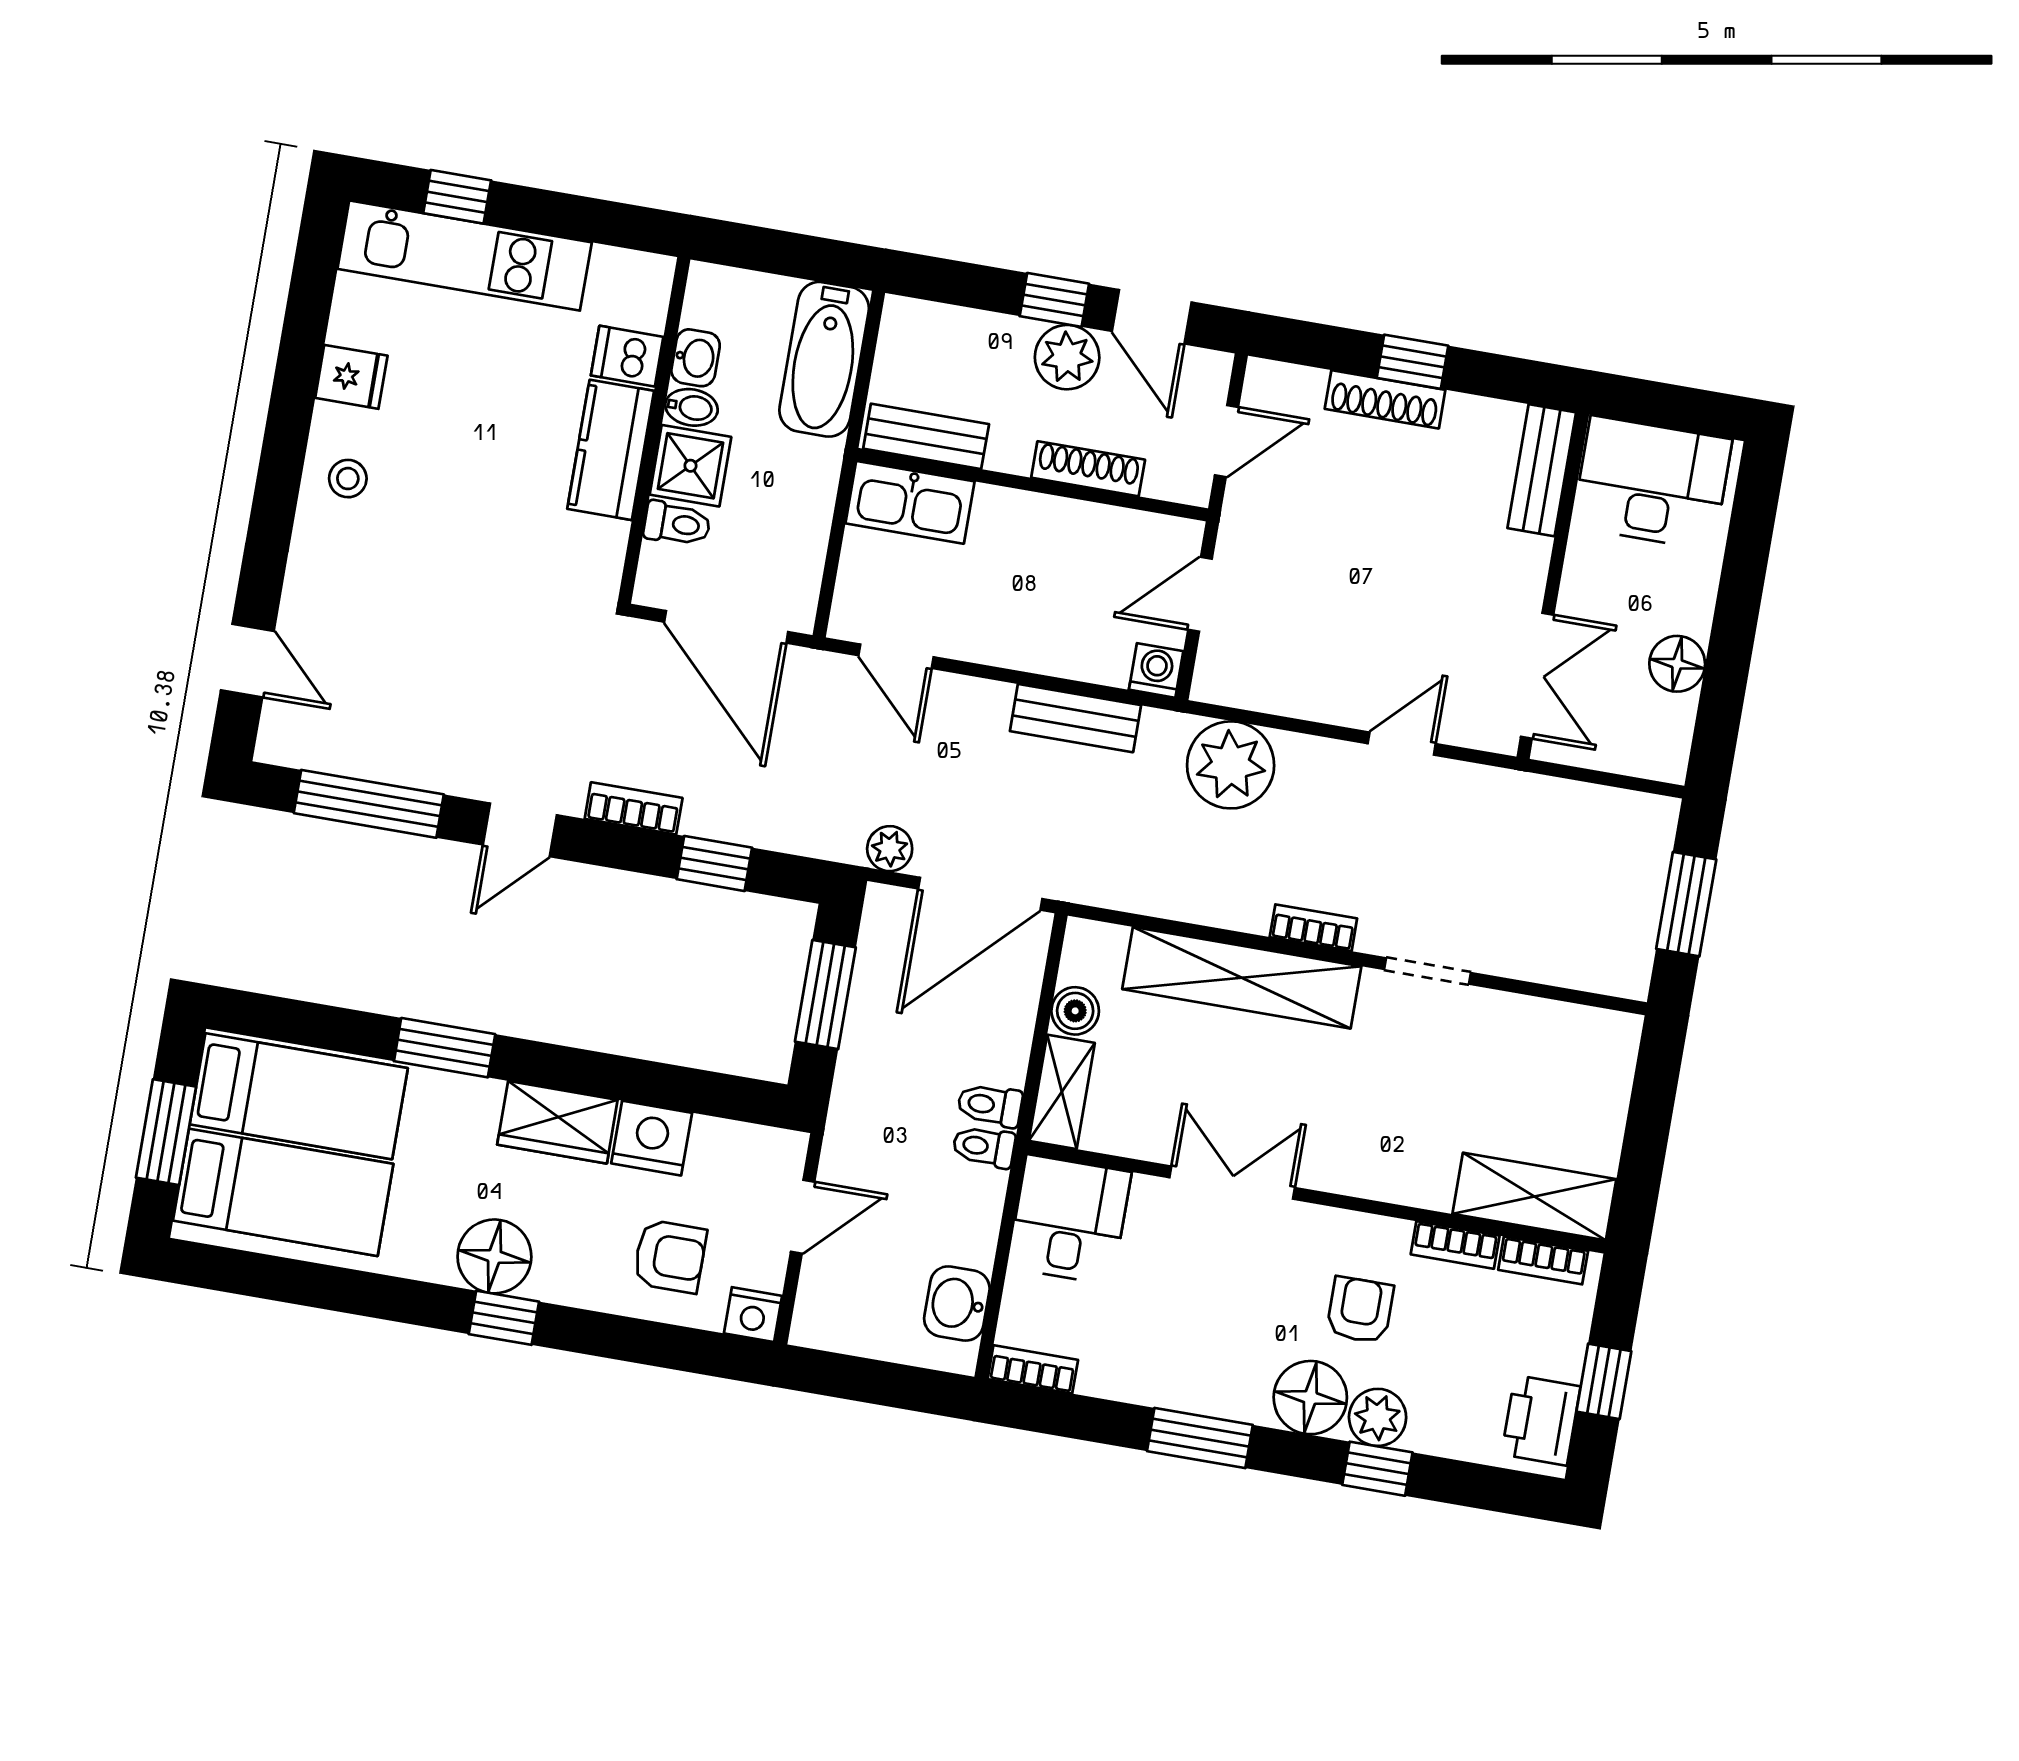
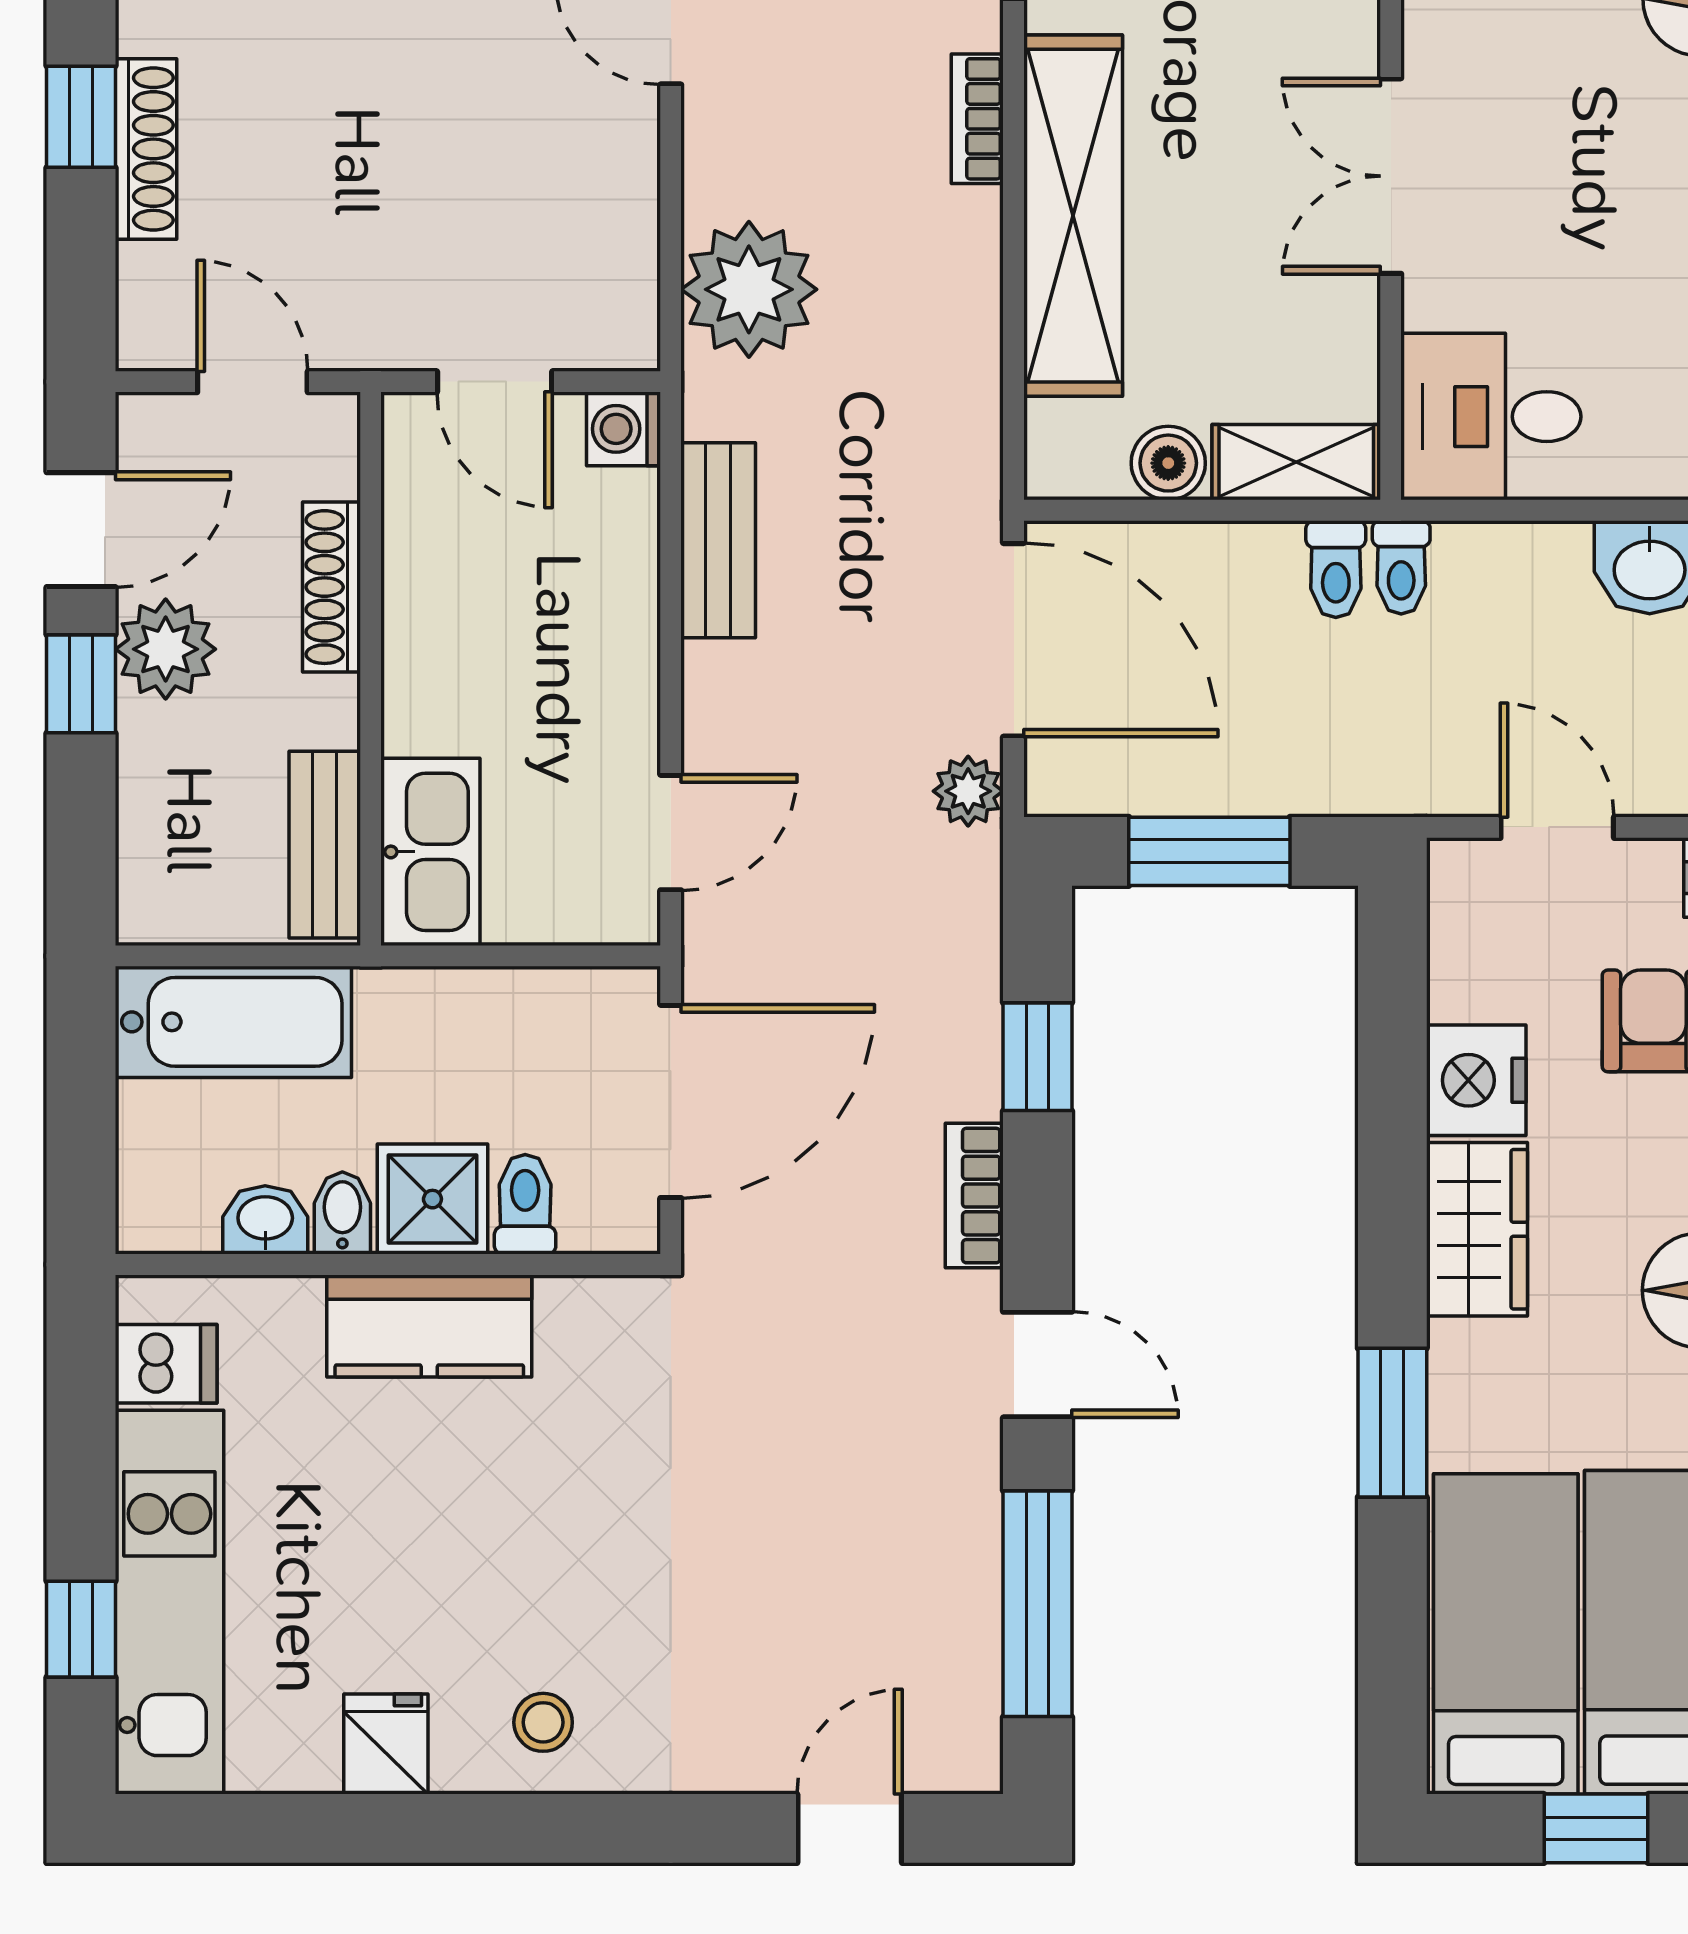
dishwasher: (627, 356) -> (166, 1364), moved, turned -90
window: (166, 1132) -> (1596, 1828), width x0.67

